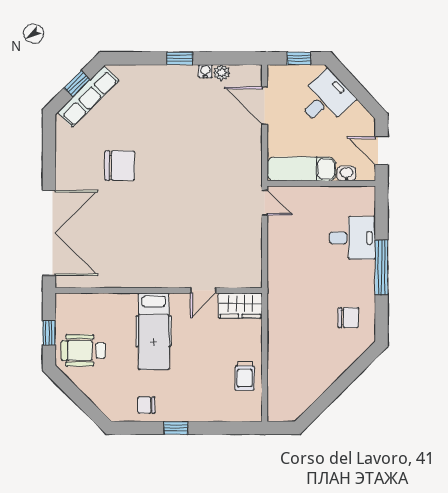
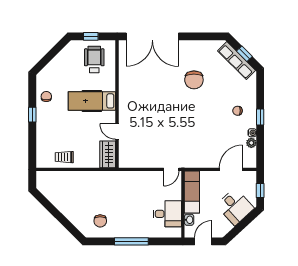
chair: (170, 95) -> (238, 111), added
desk: (352, 238) -> (167, 214), moved, turned -90
wheelchair: (83, 350) -> (94, 59), moved

